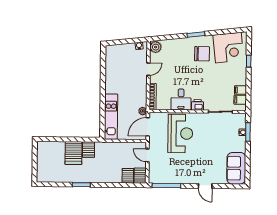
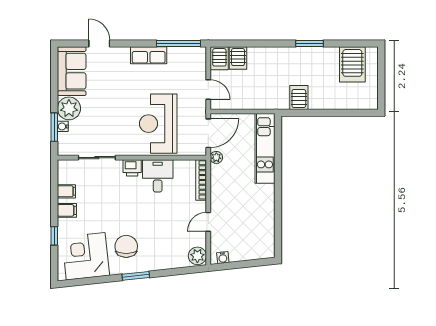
chair: (202, 54) -> (126, 246), turned 90
filing cabinet: (240, 100) -> (67, 210), moved
plant: (238, 144) -> (69, 108), added
server rack: (73, 153) -> (352, 64), moved, turned 180
row of seats: (186, 178) -> (149, 55), added
door: (205, 186) -> (99, 43), moved

